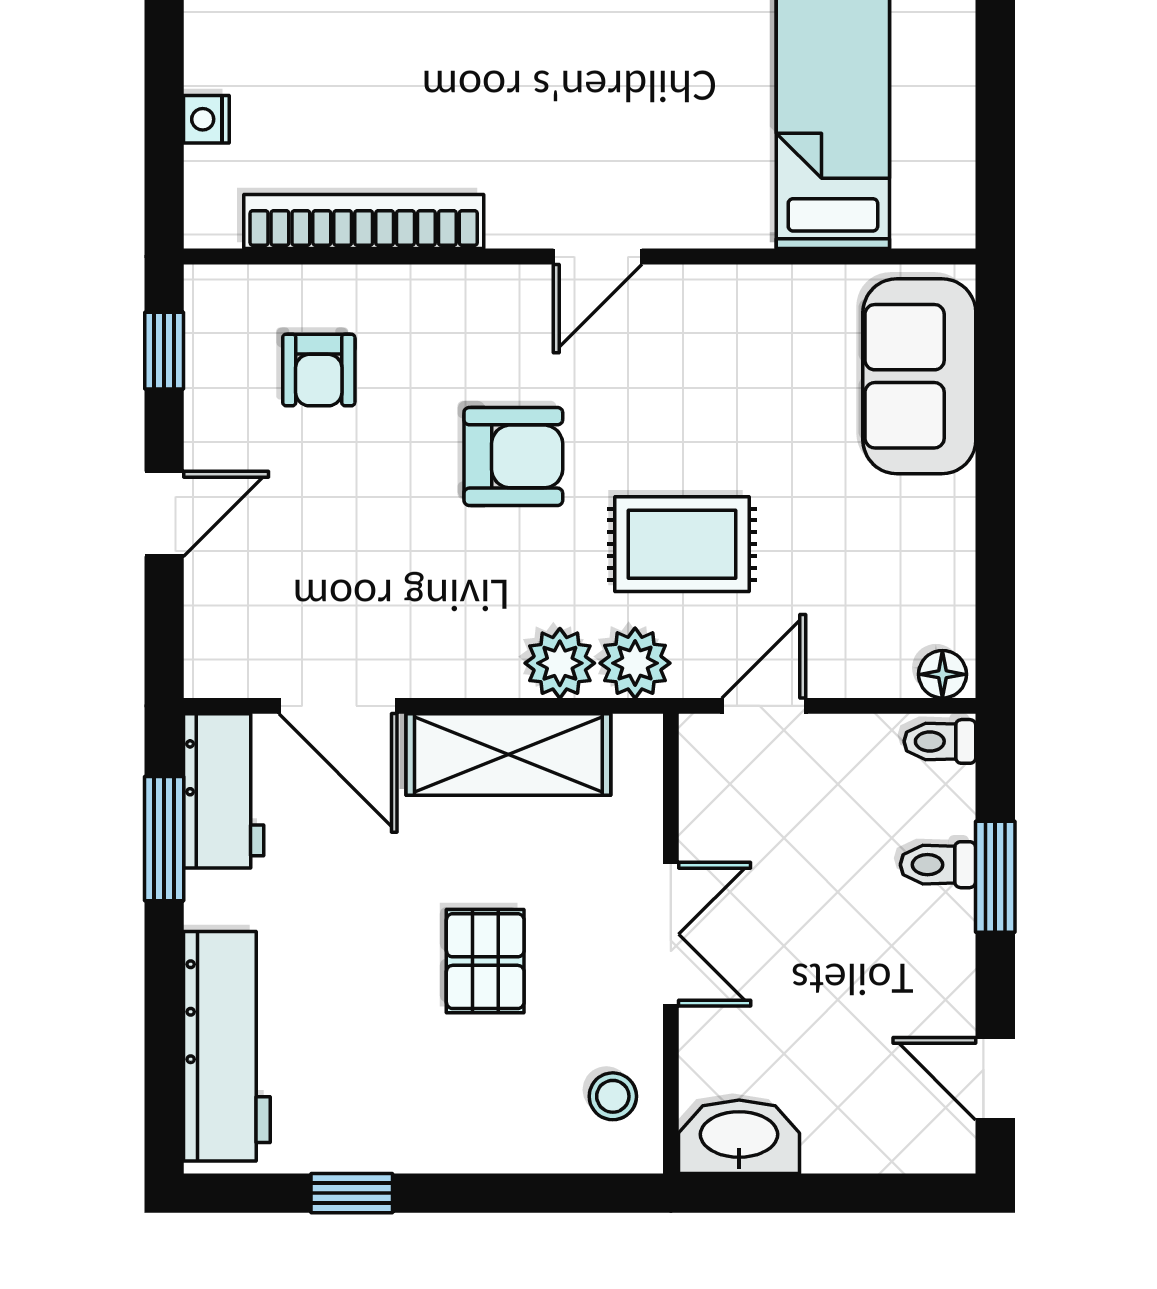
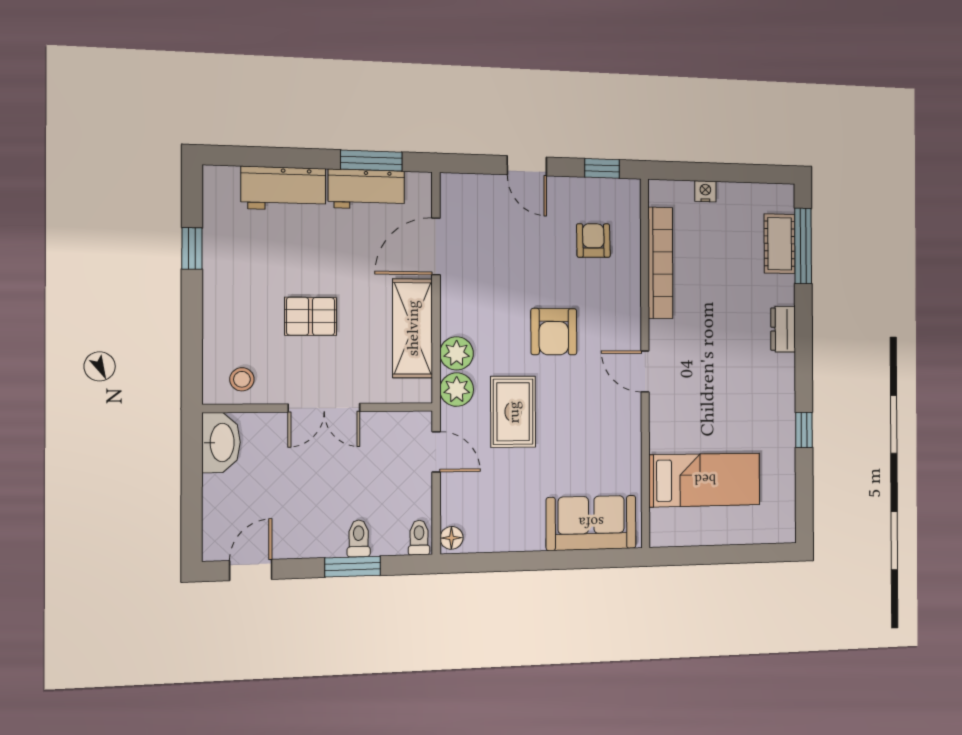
armchair: (319, 370) -> (593, 241), turned 89
workbench: (224, 791) -> (366, 189), moved
workbench: (227, 1046) -> (284, 188), width x0.73

